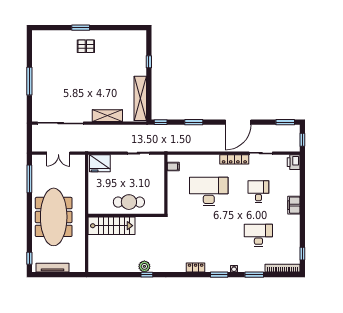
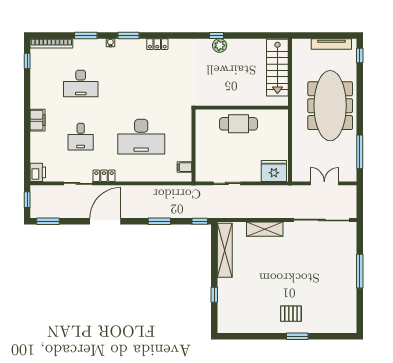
locker: (234, 159) -> (104, 176), width x0.66
stairs: (111, 226) -> (277, 68), moved, turned -90

